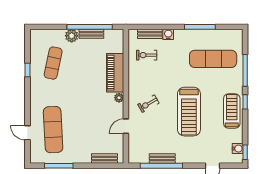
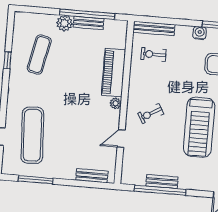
bench: (150, 34) -> (154, 28), width x1.36
water cooler: (168, 34) -> (200, 33), moved

